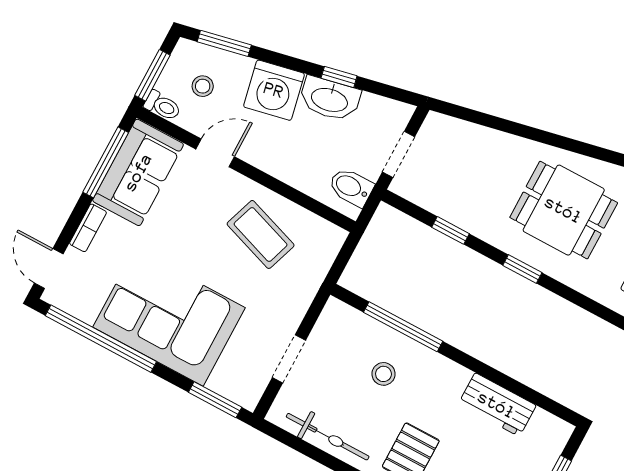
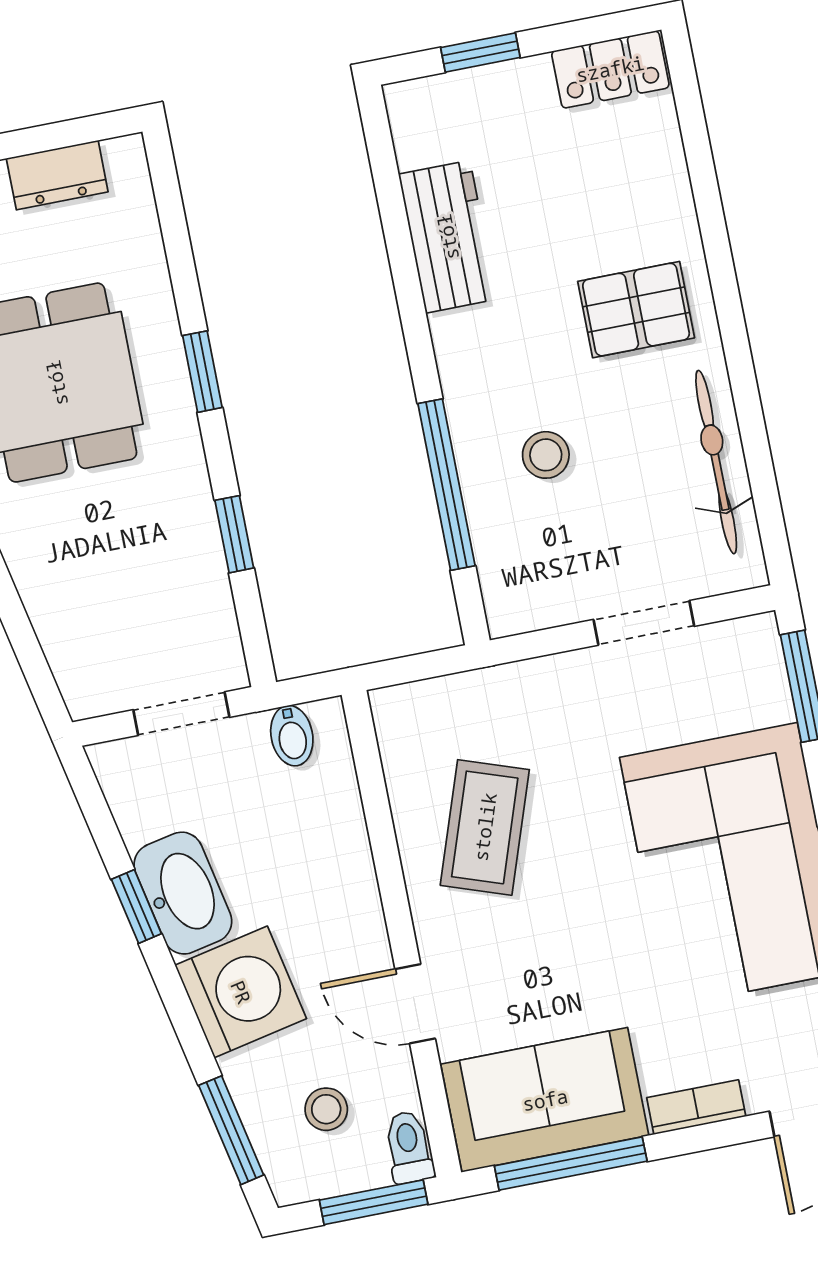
bidet: (351, 187) -> (292, 736), width x0.72, depth x0.74

